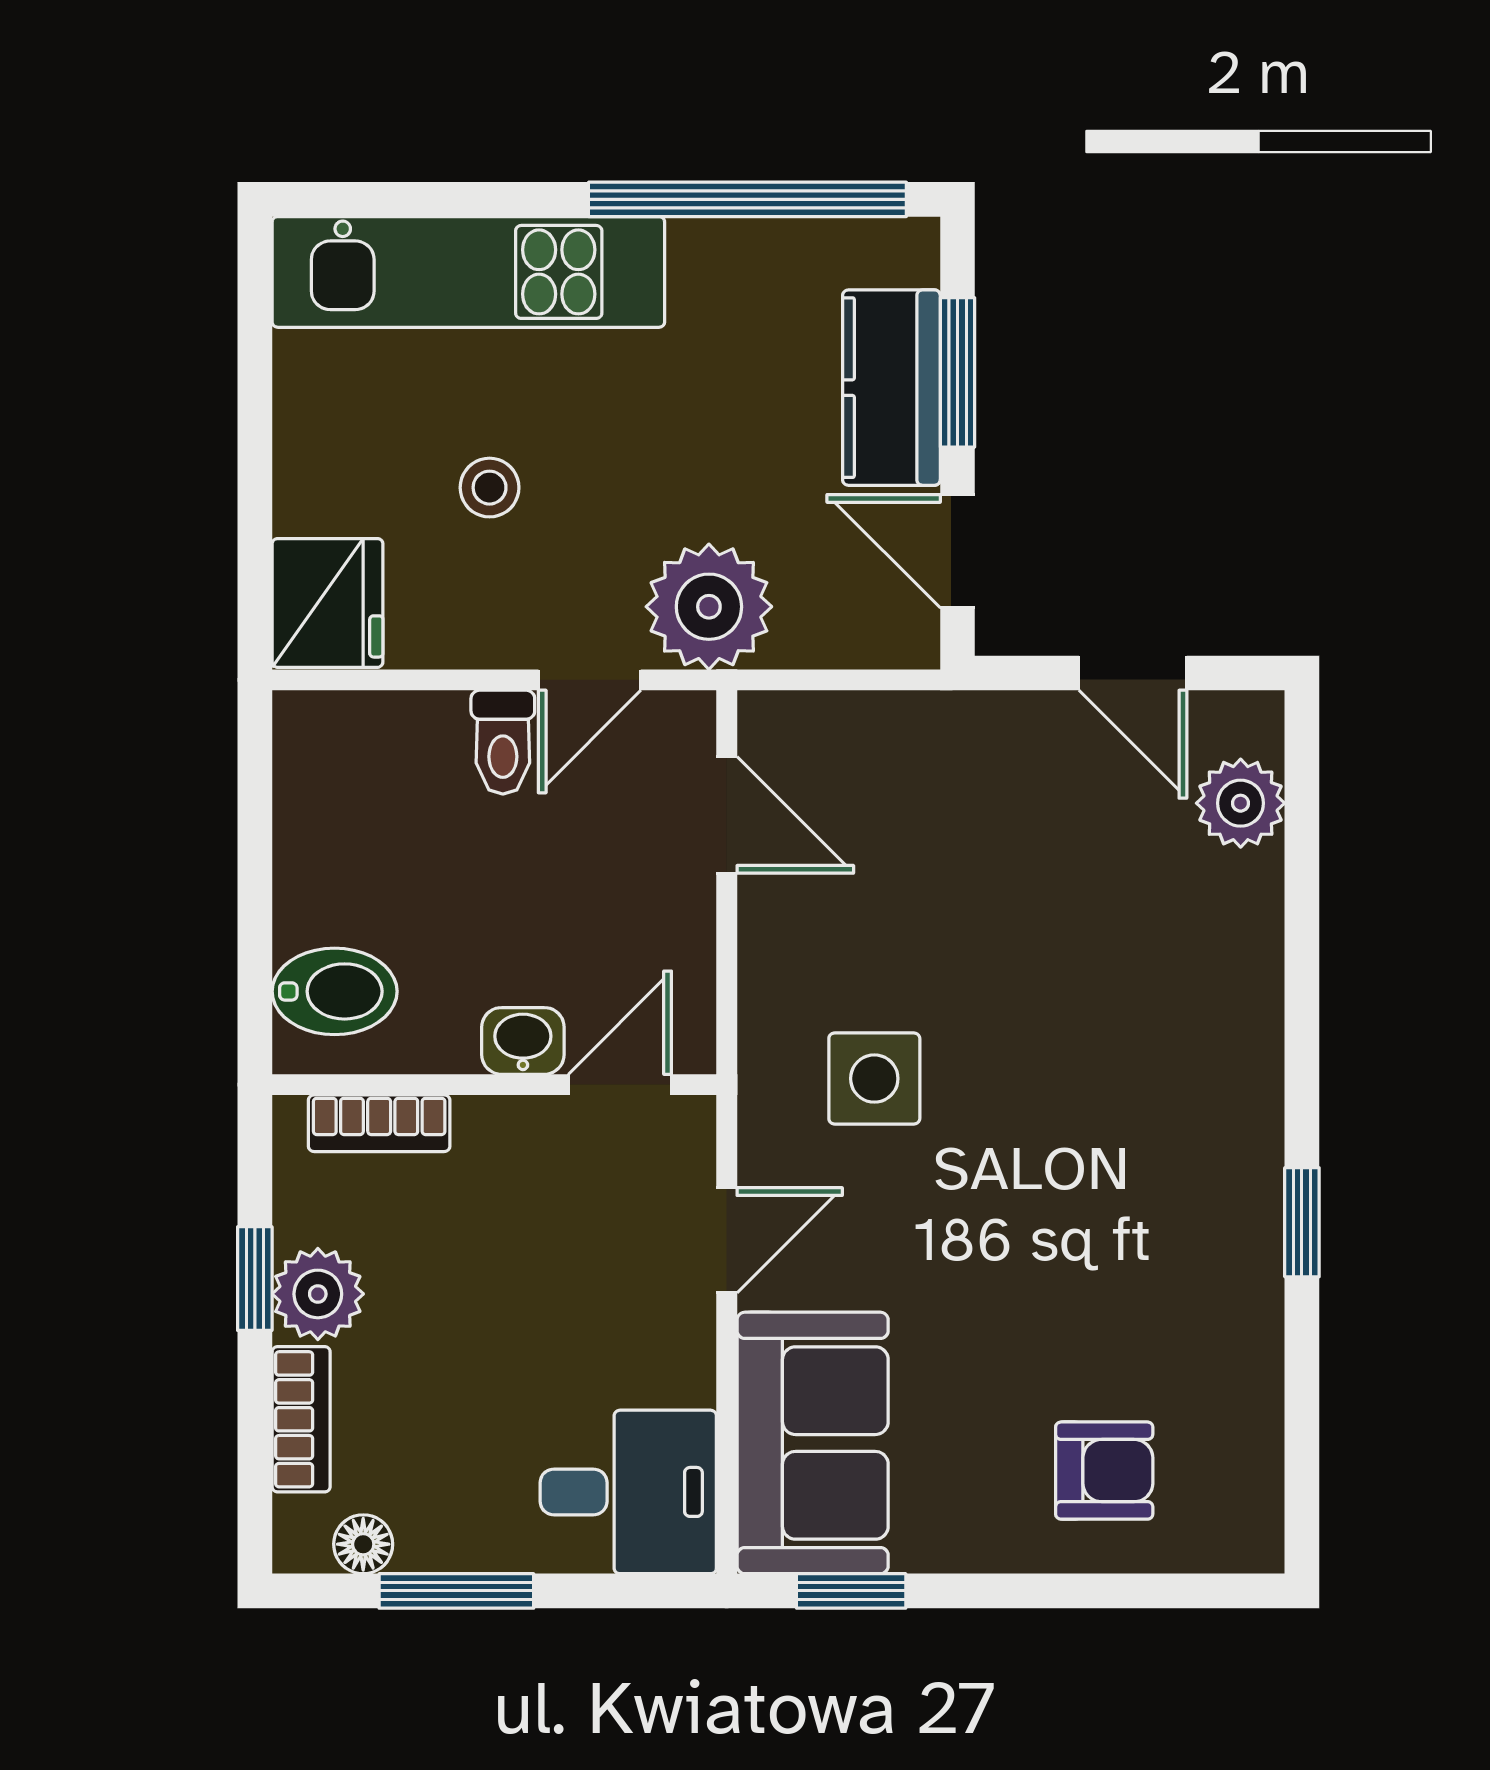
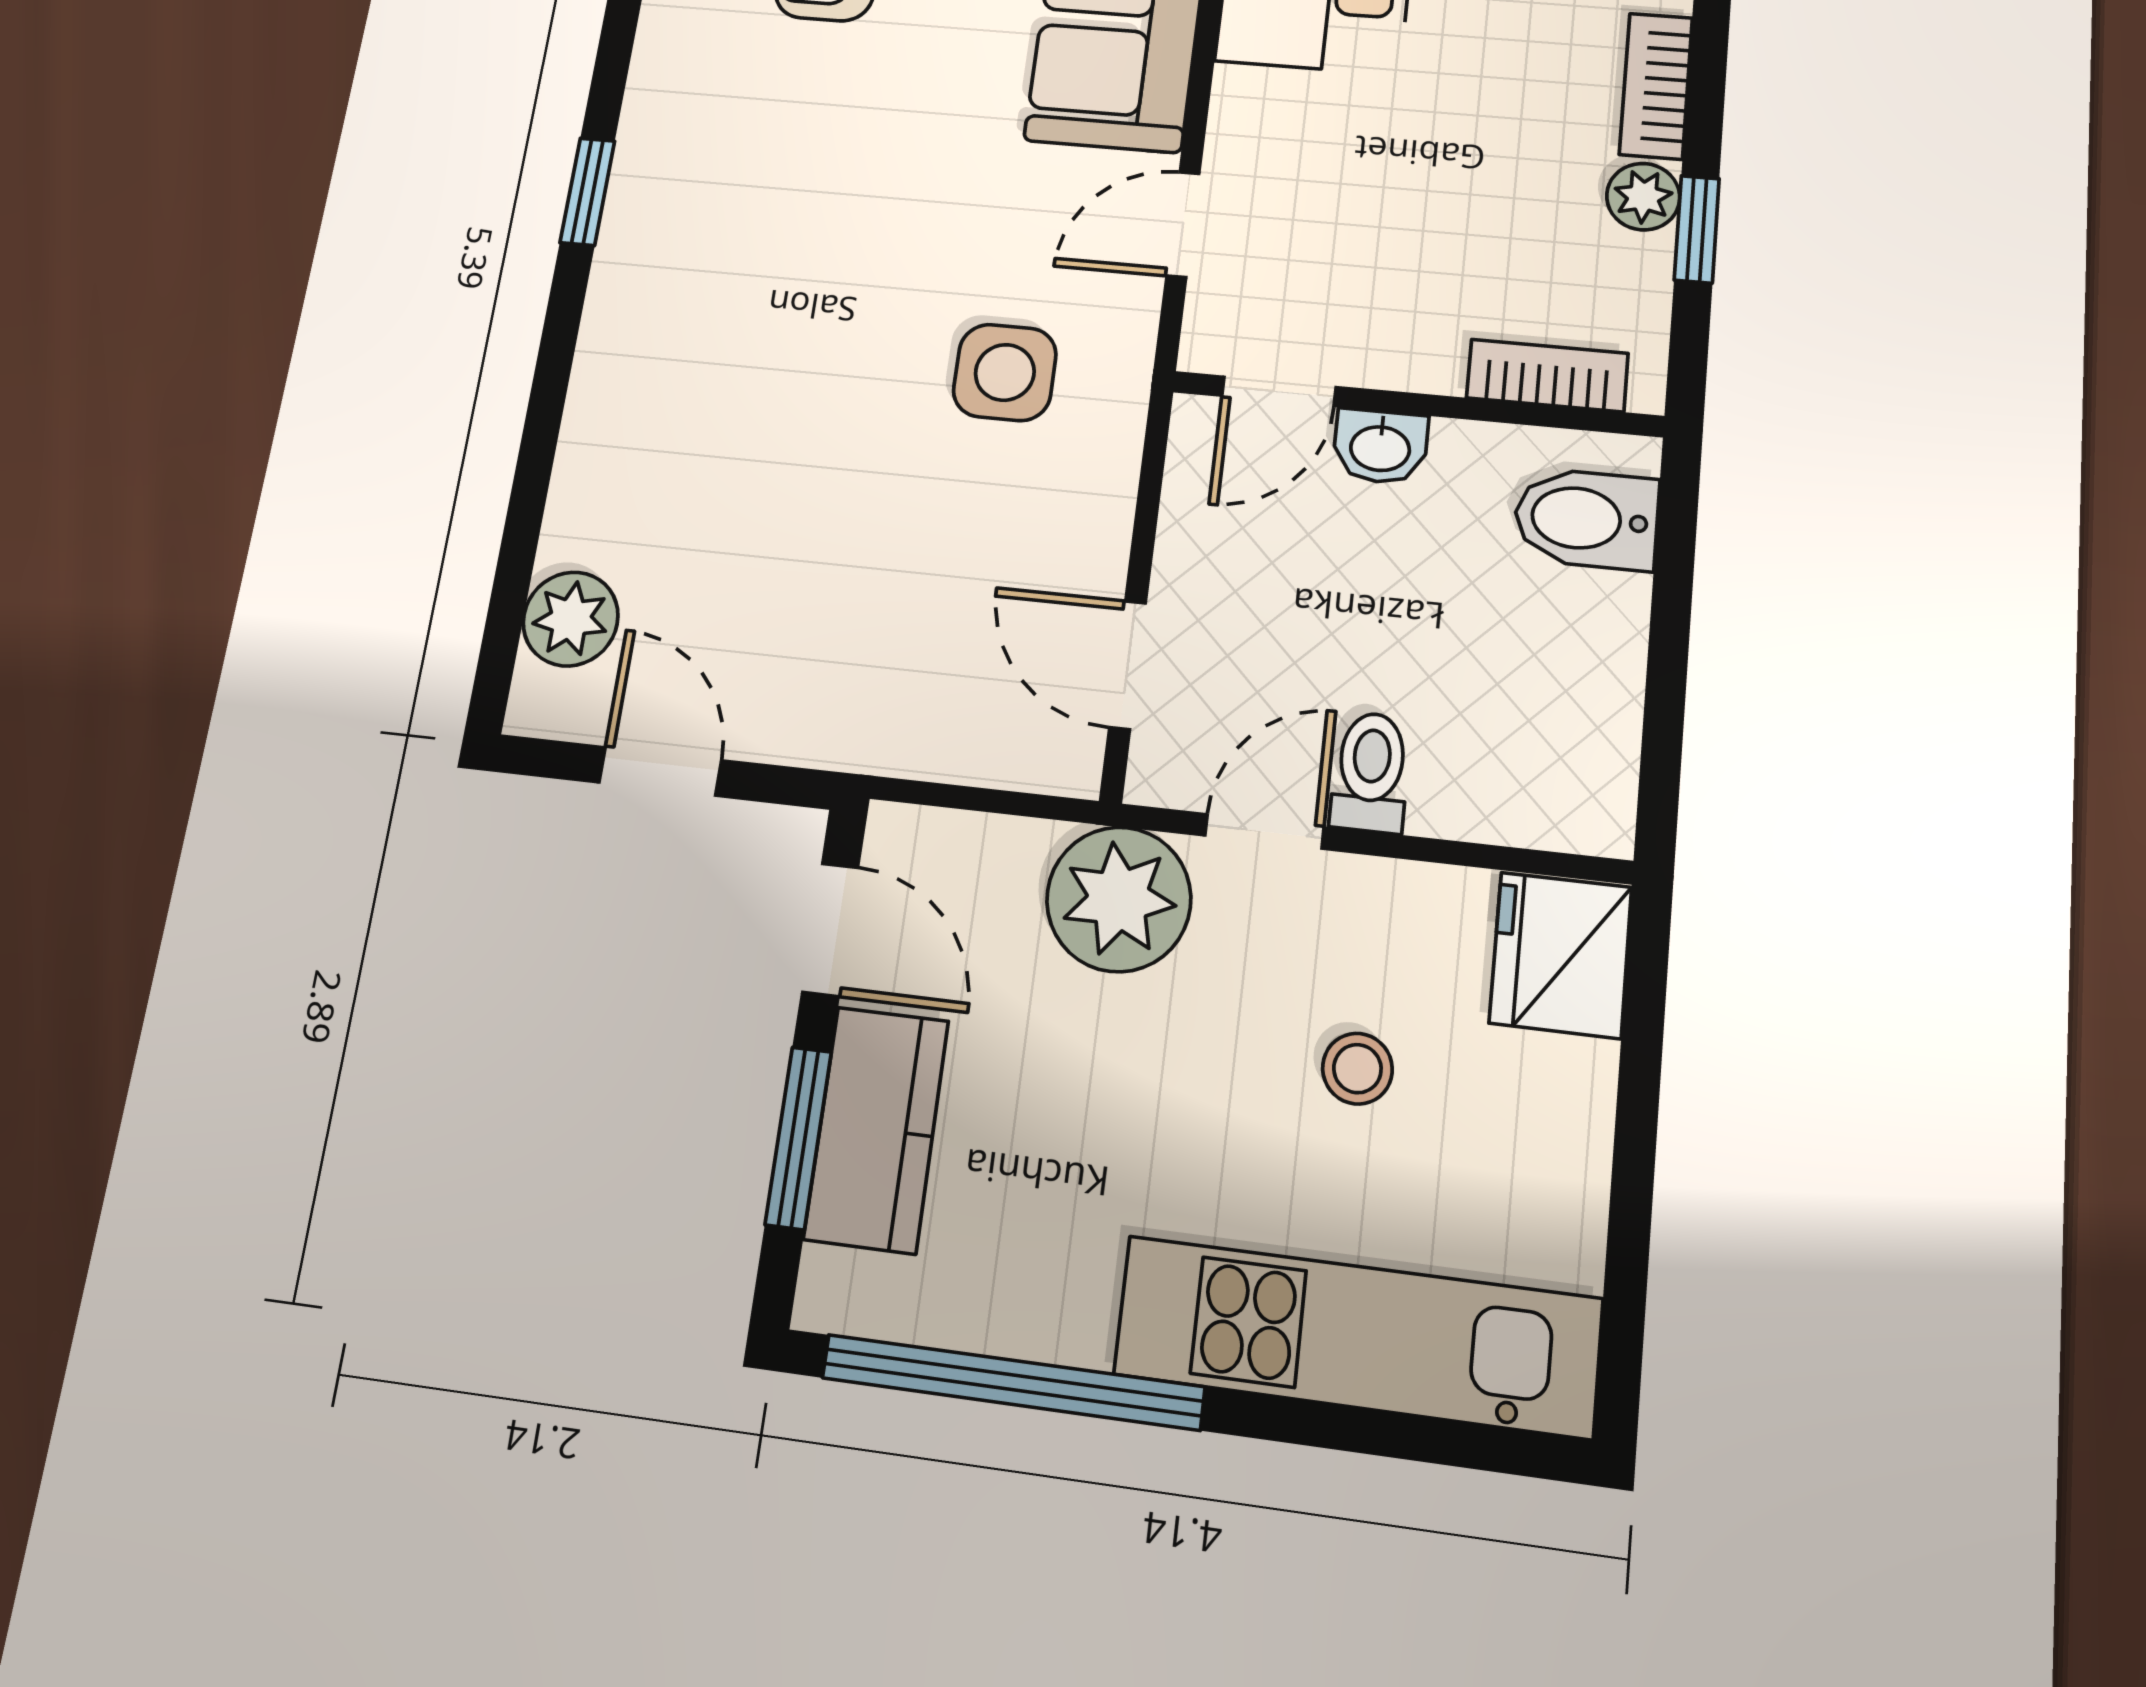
plant: (318, 1294) -> (1643, 197), width x0.73, depth x0.73

